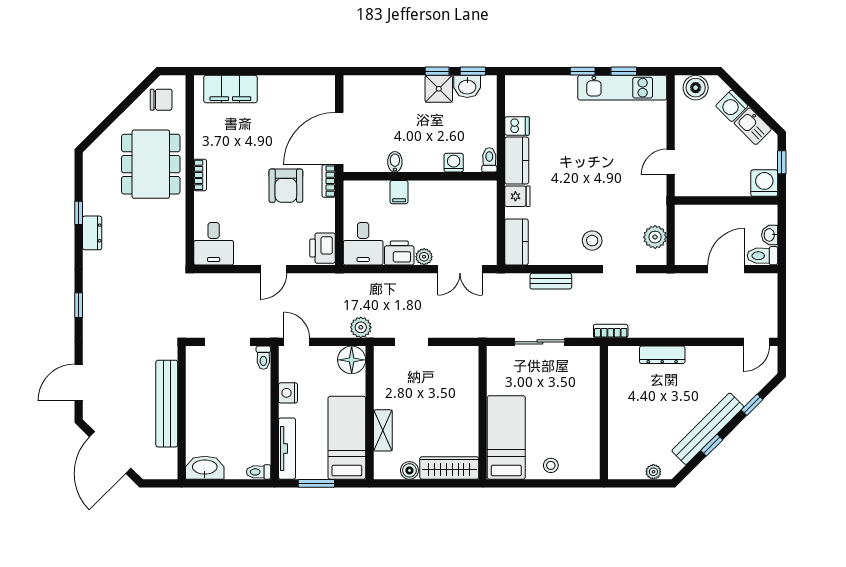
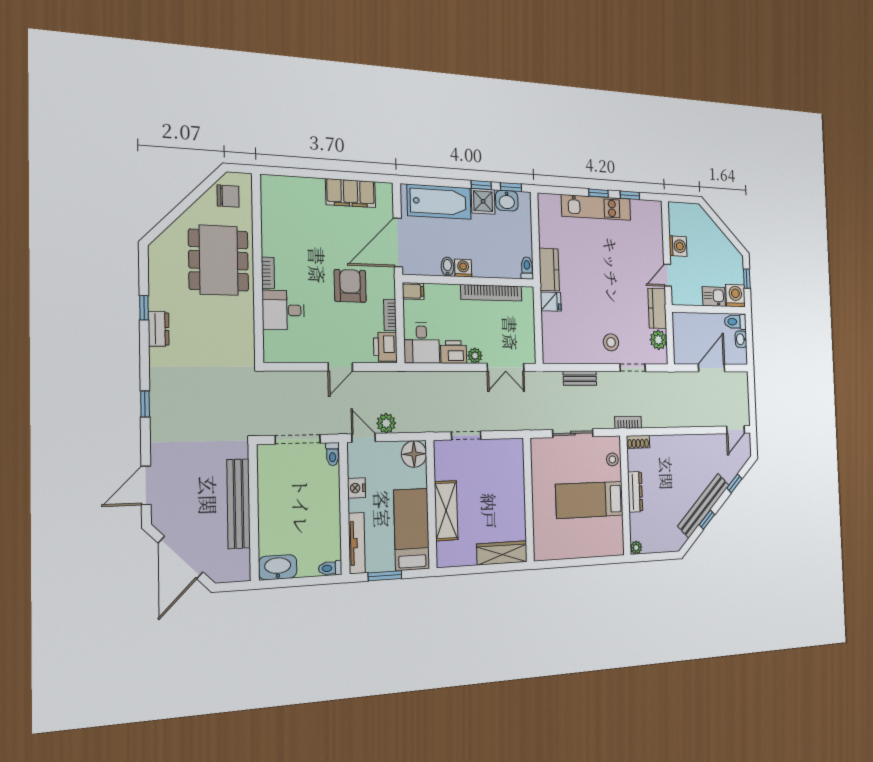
kitchen unit: (622, 88) -> (596, 207), moved
boiler: (696, 88) -> (683, 213), removed
filing cabinet: (230, 89) -> (351, 193), moved
bathtub: (387, 92) -> (439, 202), added
washing machine: (732, 106) -> (678, 246), moved, turned -135
dishwasher: (517, 126) -> (548, 238), removed
kitchen sink: (753, 126) -> (714, 297), moved, turned 135
washing machine: (454, 163) -> (463, 268), moved
bookcase: (329, 181) -> (390, 315), moved
armchair: (286, 186) -> (350, 286), turned 180
bookcase: (446, 188) -> (491, 293), added
filing cabinet: (399, 192) -> (413, 291), moved, turned -90
kitchen counter: (517, 242) -> (657, 308), moved, turned 180
desk: (214, 244) -> (283, 310), moved, turned 90
toilet: (762, 256) -> (735, 322), moved
plant: (361, 327) -> (386, 423), moved
shoe rack: (623, 353) -> (638, 442), added
dresser: (662, 355) -> (635, 492), moved, turned -90
shelving: (383, 430) -> (446, 511), width x1.50, depth x1.33
bed: (506, 437) -> (590, 500), moved, turned -90
stool: (551, 465) -> (612, 459), moved
boiler: (409, 470) -> (468, 558), removed
plant: (653, 472) -> (636, 548), moved

